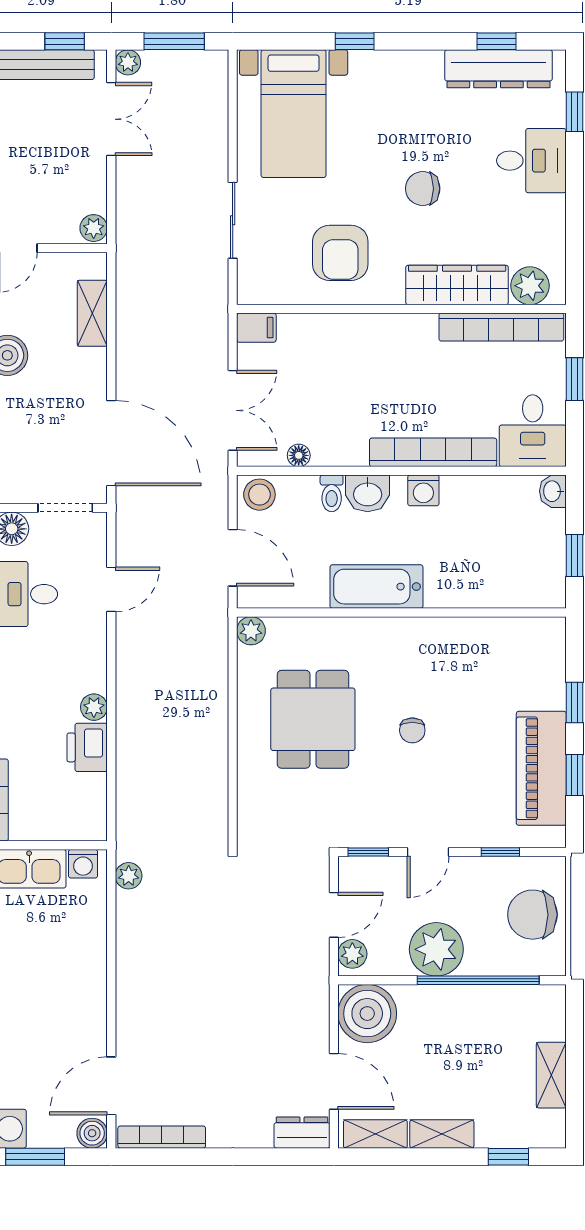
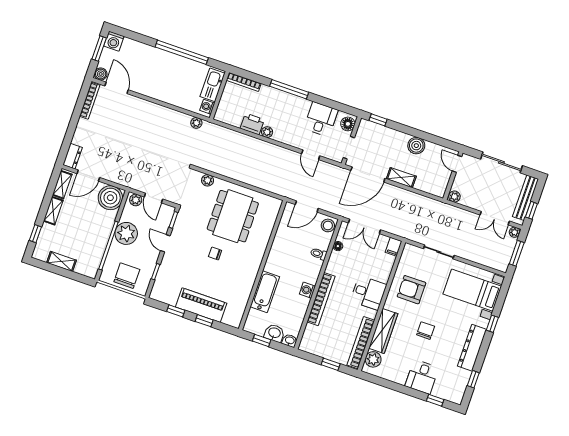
dresser: (498, 69) -> (472, 348), moved
shelving: (92, 313) -> (401, 178), moved
desk: (533, 431) -> (368, 293), moved, turned 180
washbasin: (368, 493) -> (274, 333), moved, turned 90
bathtub: (376, 587) -> (265, 292), moved
plant: (251, 631) -> (208, 180), moved
dining table: (313, 719) -> (233, 216), width x1.38
piano: (541, 768) -> (201, 305), moved

